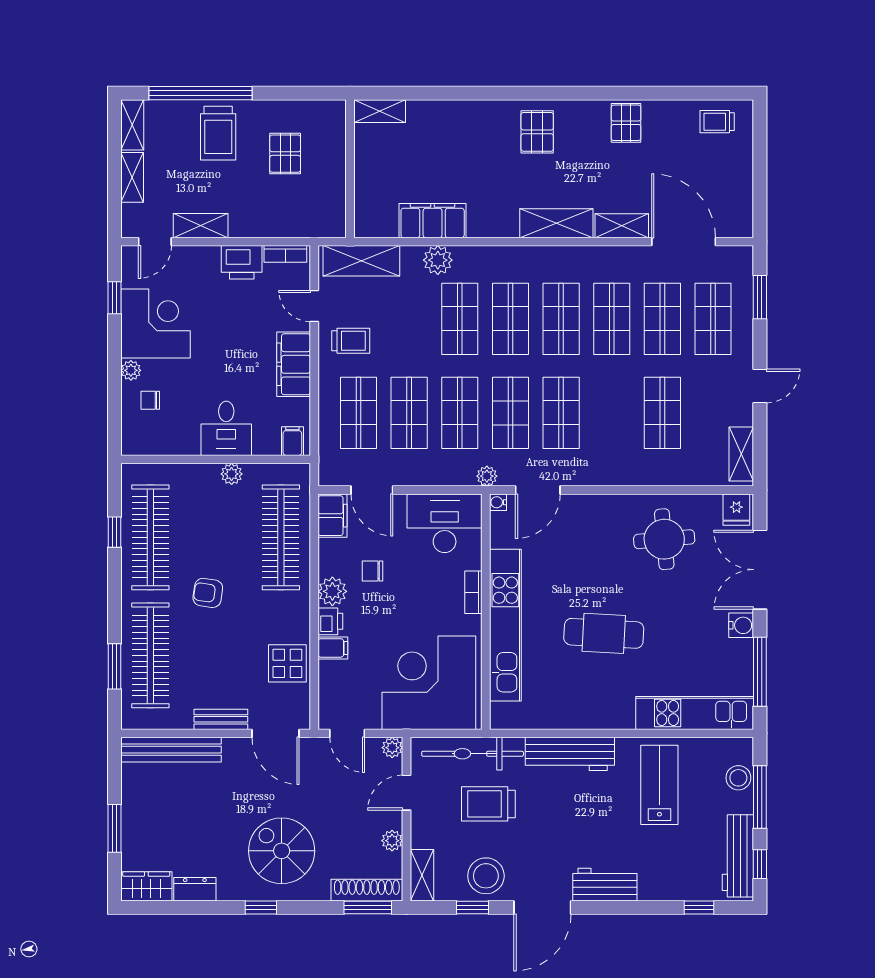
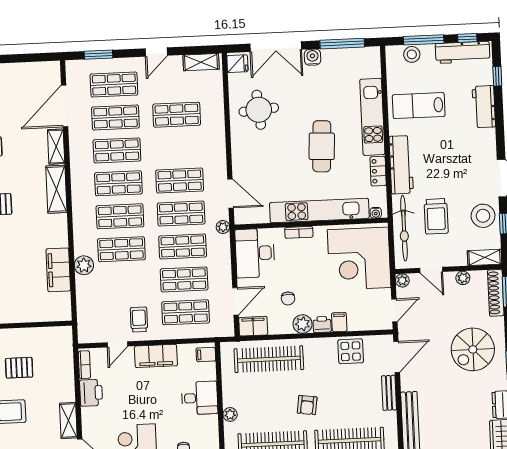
shelving: (361, 261) -> (87, 315), removed
door: (760, 386) -> (156, 52), swing flipped
plant: (232, 474) -> (230, 414), moved
water cooler: (498, 502) -> (376, 213), moved
kitchen unit: (695, 713) -> (372, 117), moved
locker: (562, 718) -> (378, 171), added
workbench: (605, 885) -> (484, 107), moved

